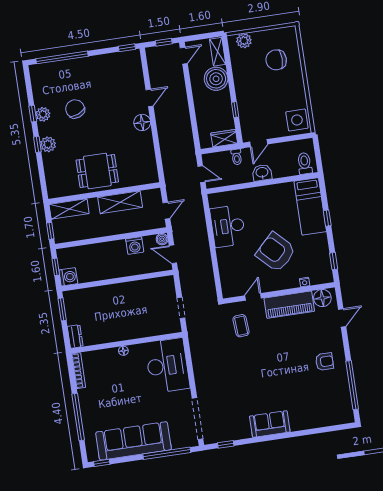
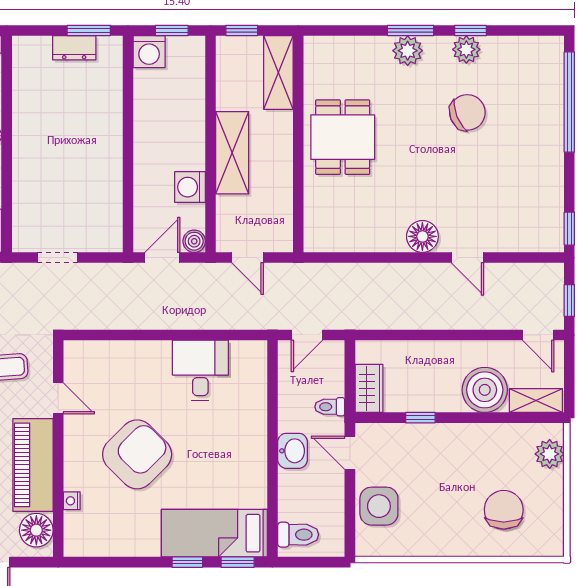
side table: (297, 120) -> (379, 506), moved
window: (37, 144) -> (410, 30), width x1.50
shelving: (120, 202) -> (232, 153), moved
desk: (228, 226) -> (200, 370), width x0.73
window: (334, 261) -> (238, 562), moved
dresser: (75, 336) -> (74, 48), moved

